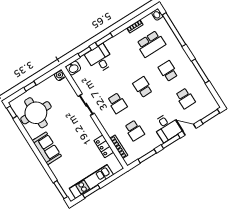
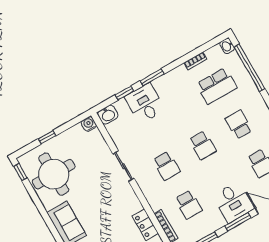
school desk: (143, 87) -> (203, 145), turned 180

